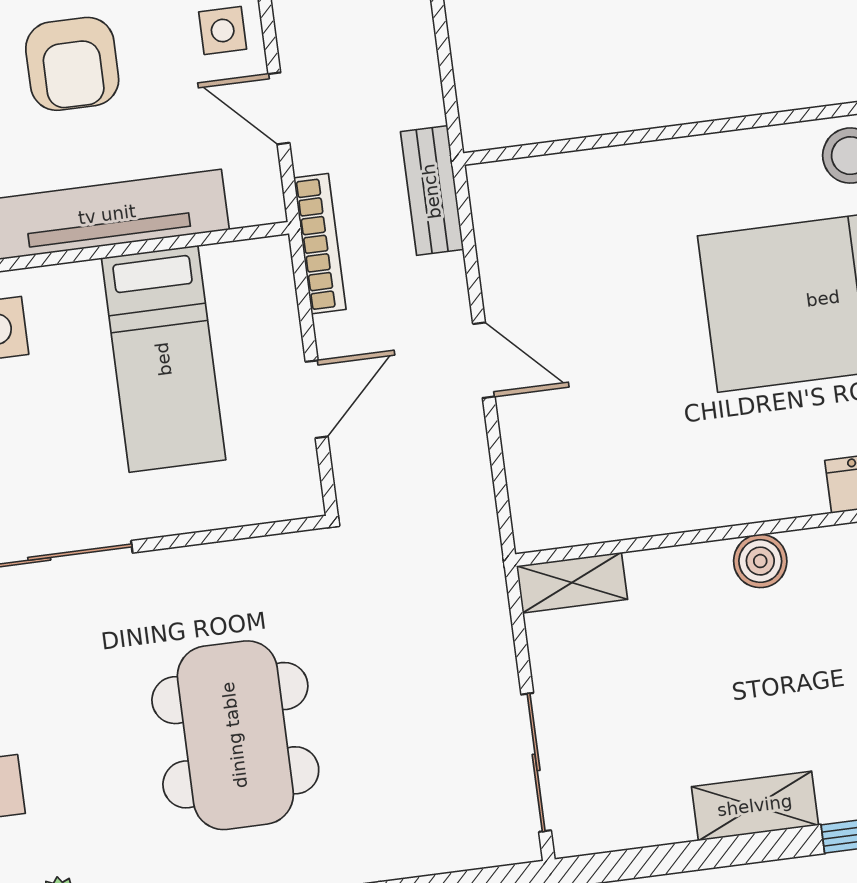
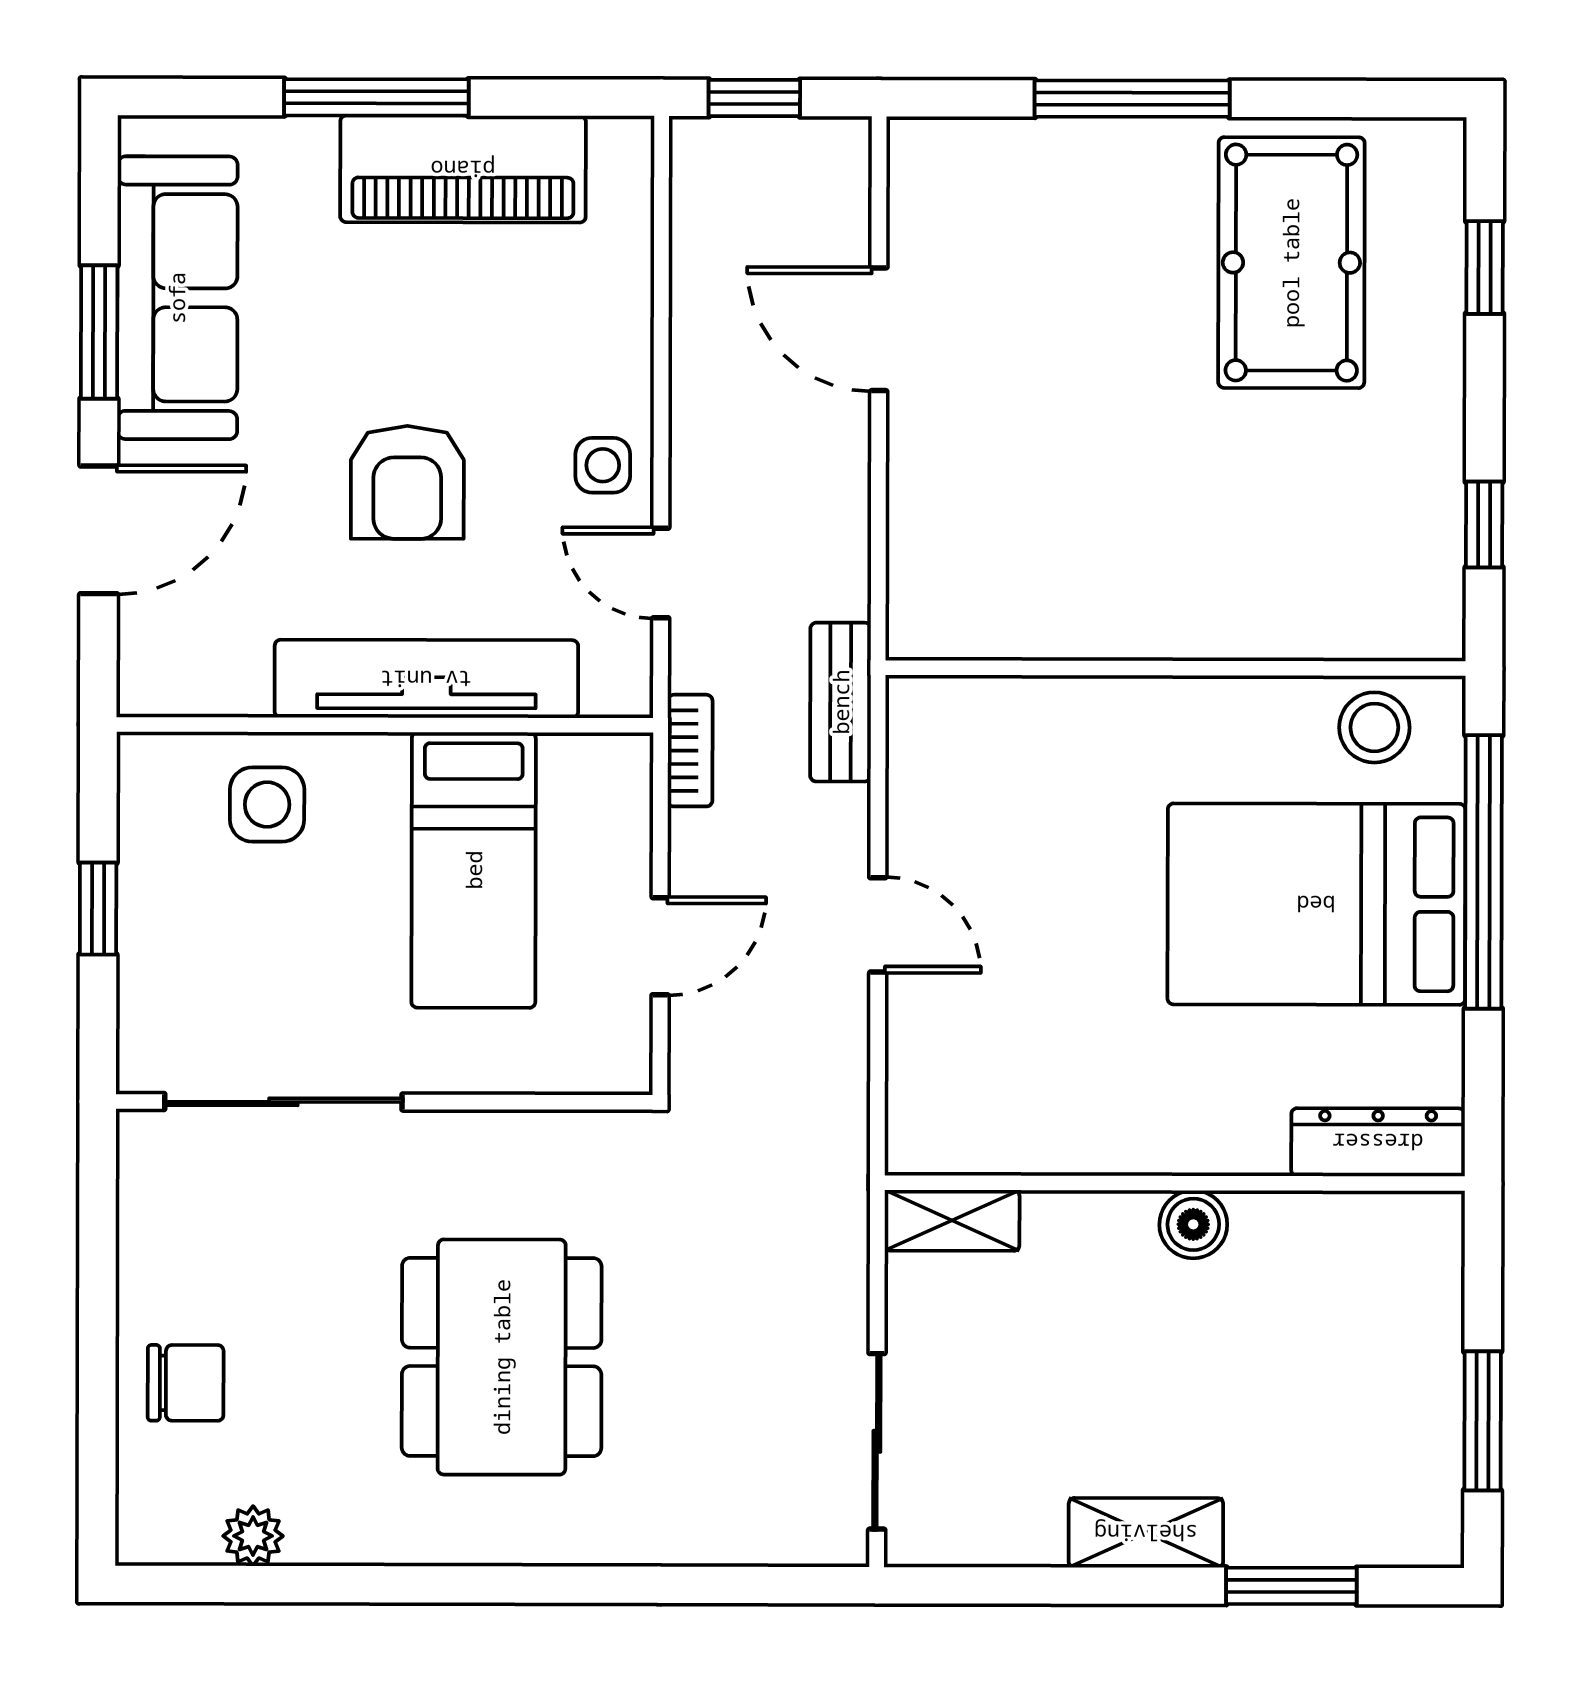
bookcase: (320, 244) -> (690, 751), width x0.64

